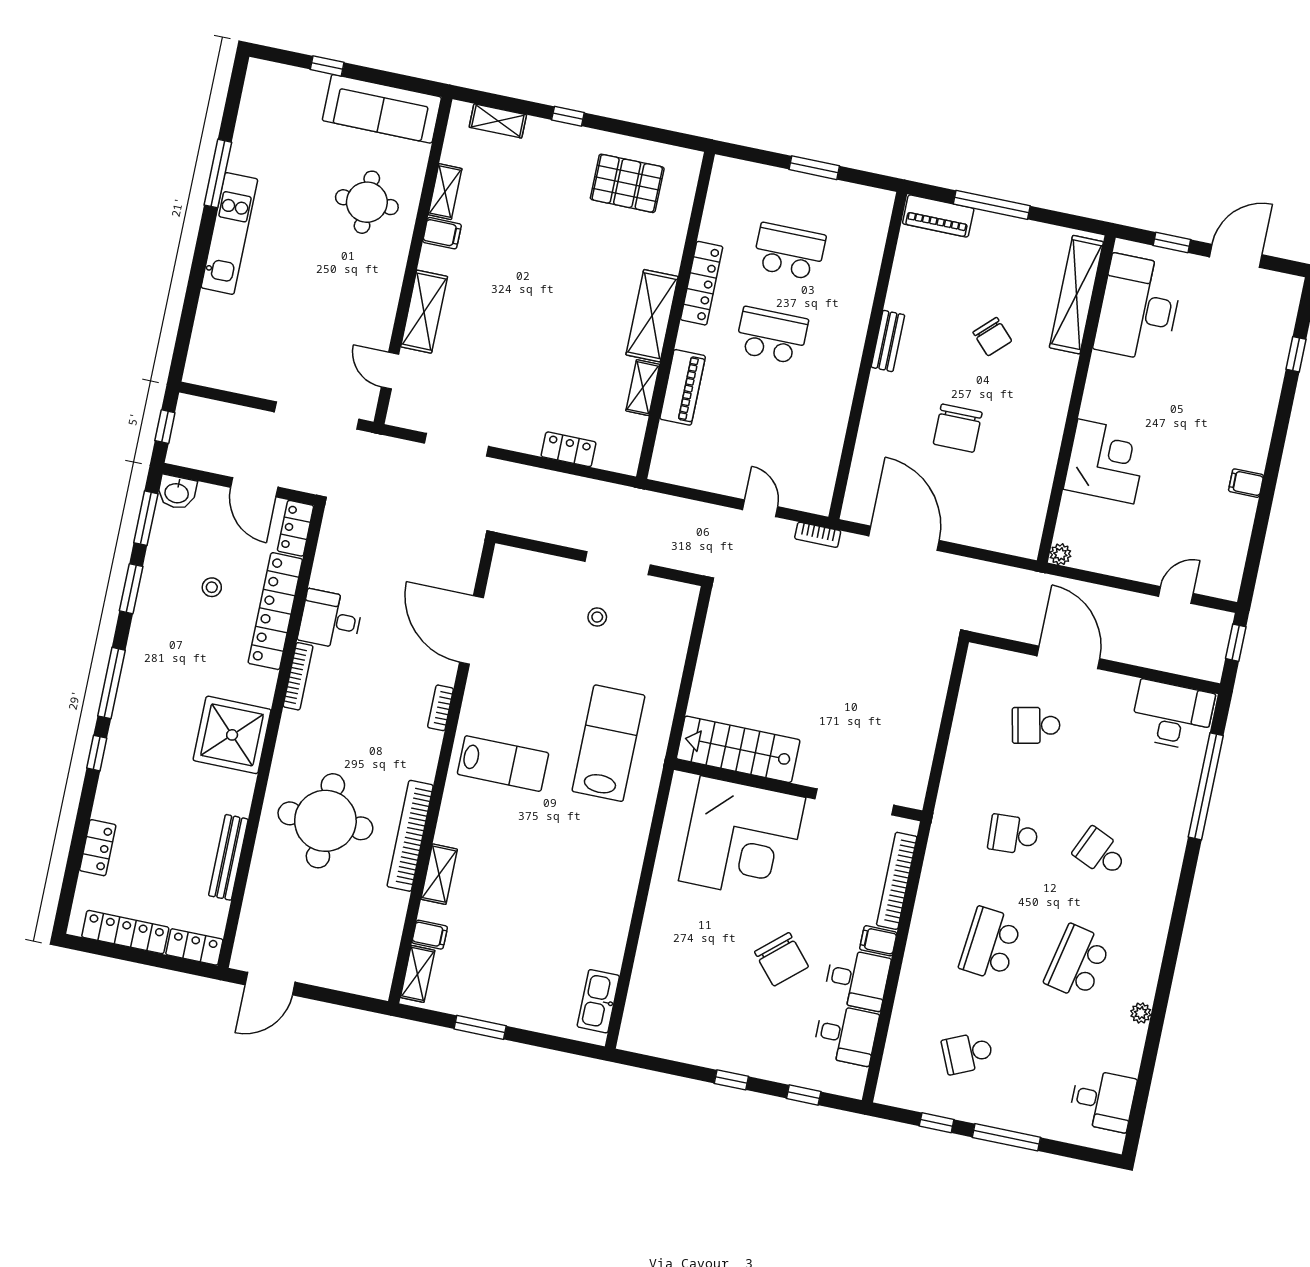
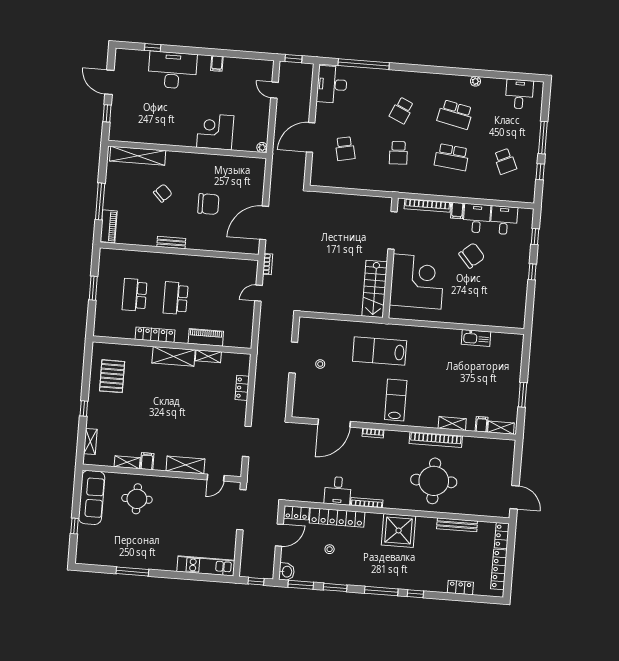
kitchen unit: (229, 233) -> (206, 566), moved
desk: (1139, 308) -> (172, 70), moved, turned 180
kitchen sink: (598, 1001) -> (476, 338), moved

